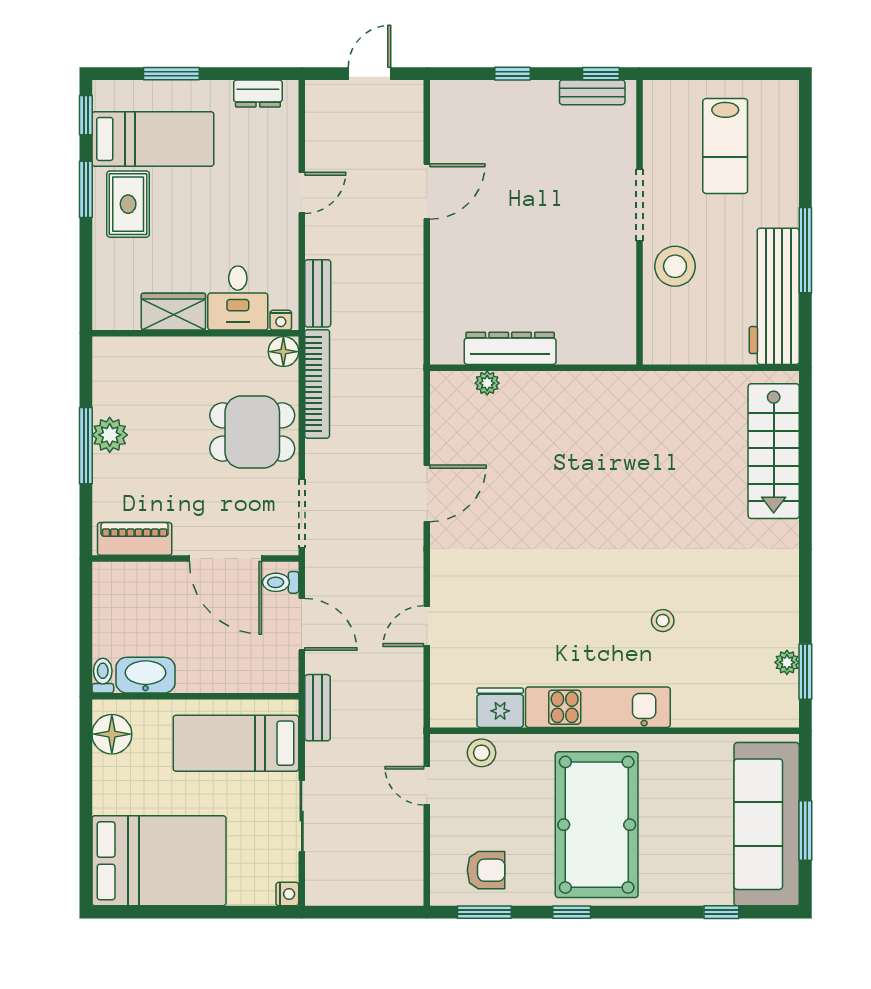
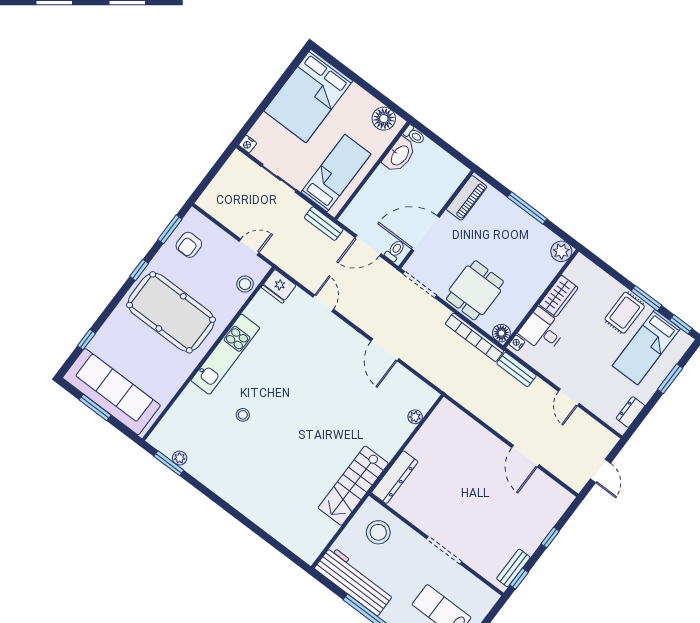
rug: (128, 204) -> (625, 313), turned 90
stool: (675, 266) -> (378, 532), moved
dresser: (510, 348) -> (395, 477), moved
plant: (110, 435) -> (561, 251), moved
stairs: (774, 451) -> (353, 486), moved, turned -90
fridge: (500, 708) -> (279, 286), moved, turned 90

